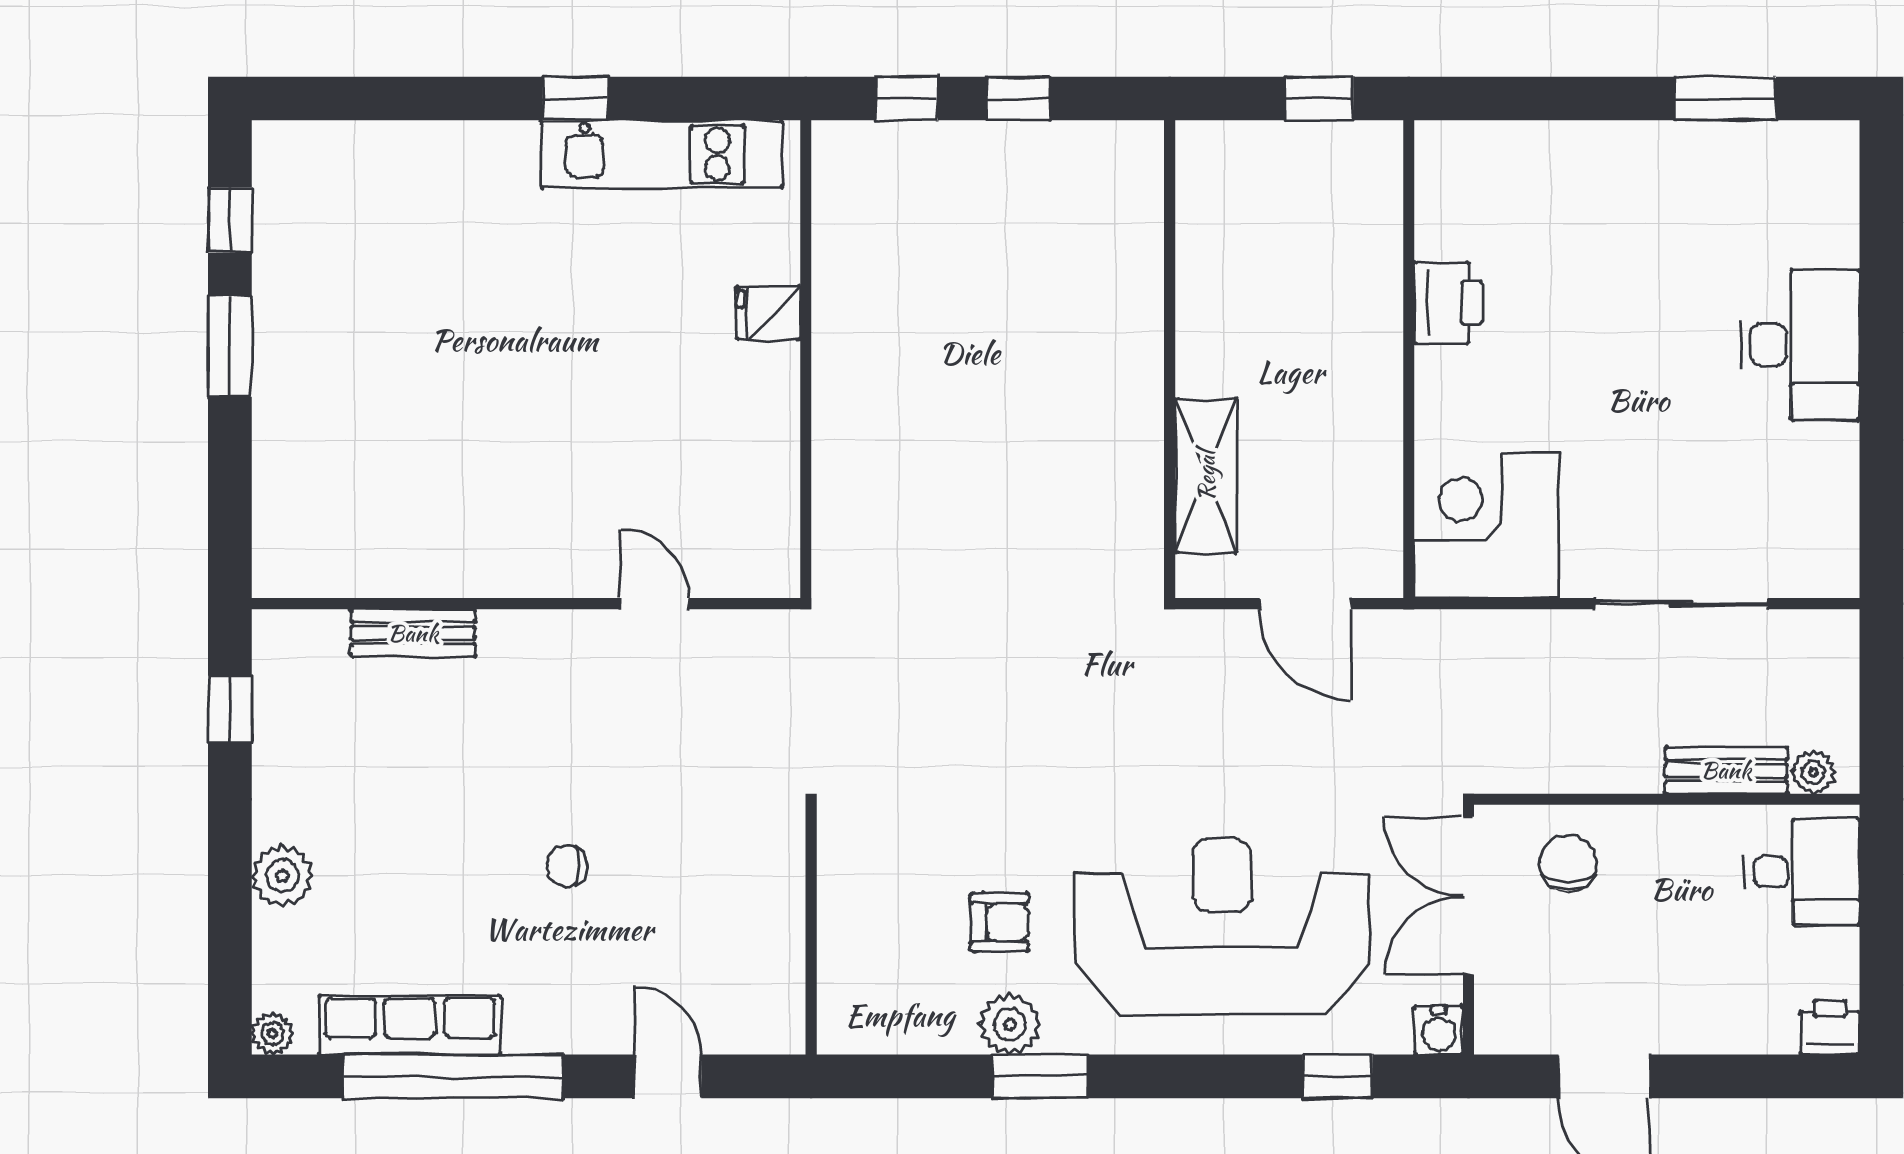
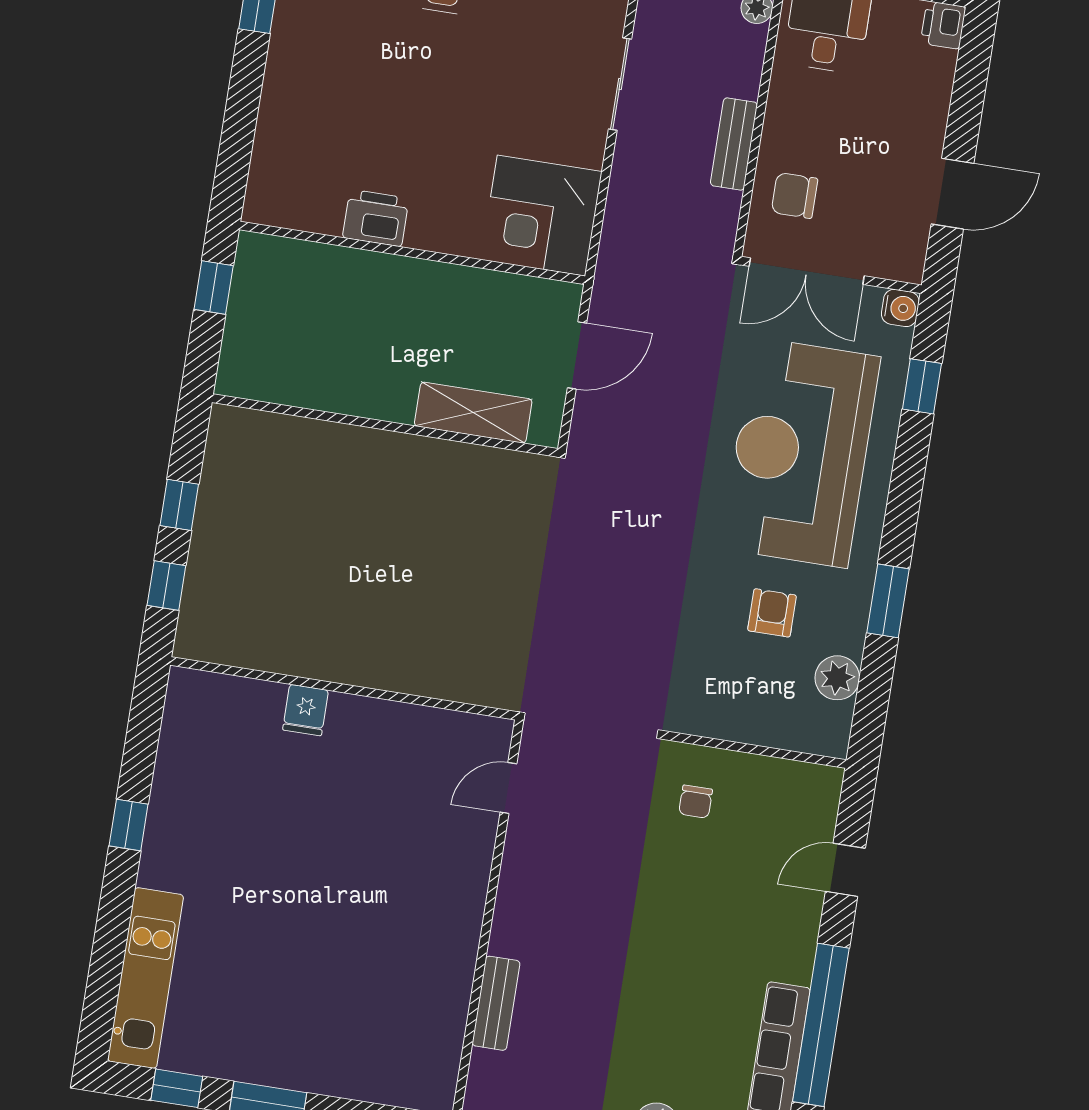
kitchen unit: (662, 154) -> (146, 978), moved
door: (654, 604) -> (508, 788), moved
sliding door: (1681, 604) -> (620, 84), width x0.73
bench: (1726, 770) -> (734, 144), moved
chair: (567, 866) -> (696, 802), moved
plant: (1010, 1024) -> (837, 678), moved

